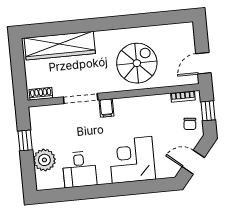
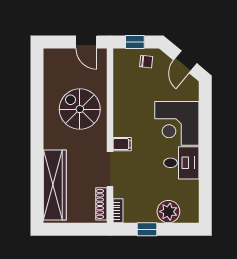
shoe rack: (41, 94) -> (101, 204), width x1.43
bookcase: (183, 97) -> (118, 211), moved
desk: (79, 169) -> (181, 163), moved

